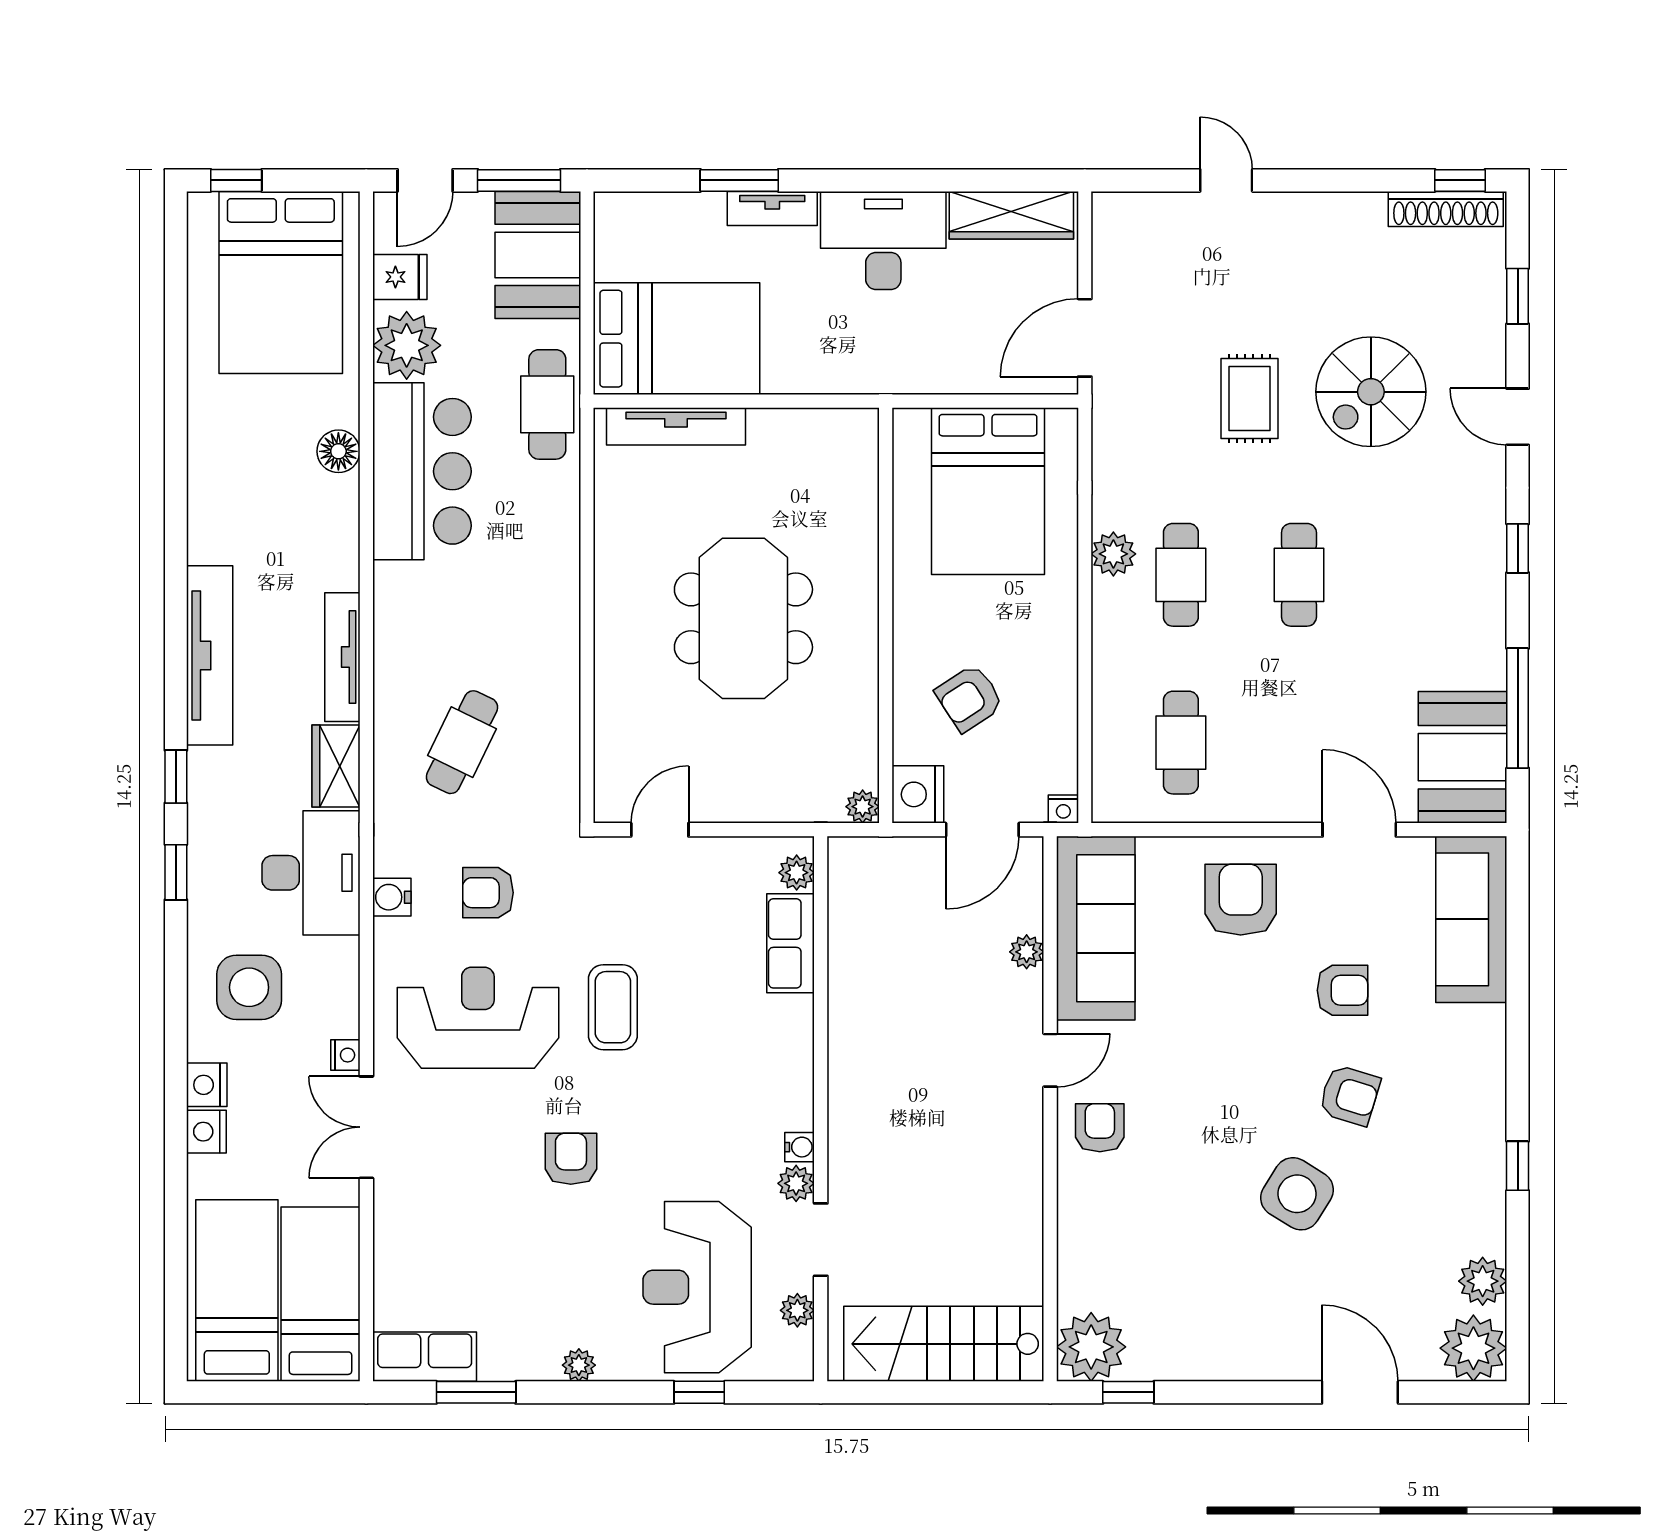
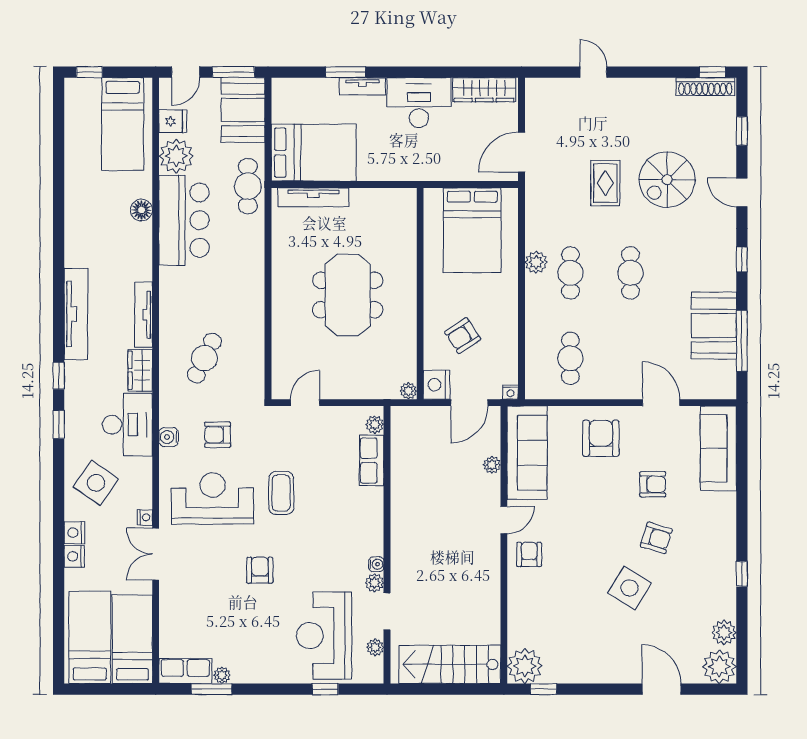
bed: (281, 282) -> (123, 124), width x0.67
booth: (1462, 757) -> (714, 326), moved
side table: (249, 987) -> (96, 483), turned 35
plant: (579, 1365) -> (222, 675), moved

